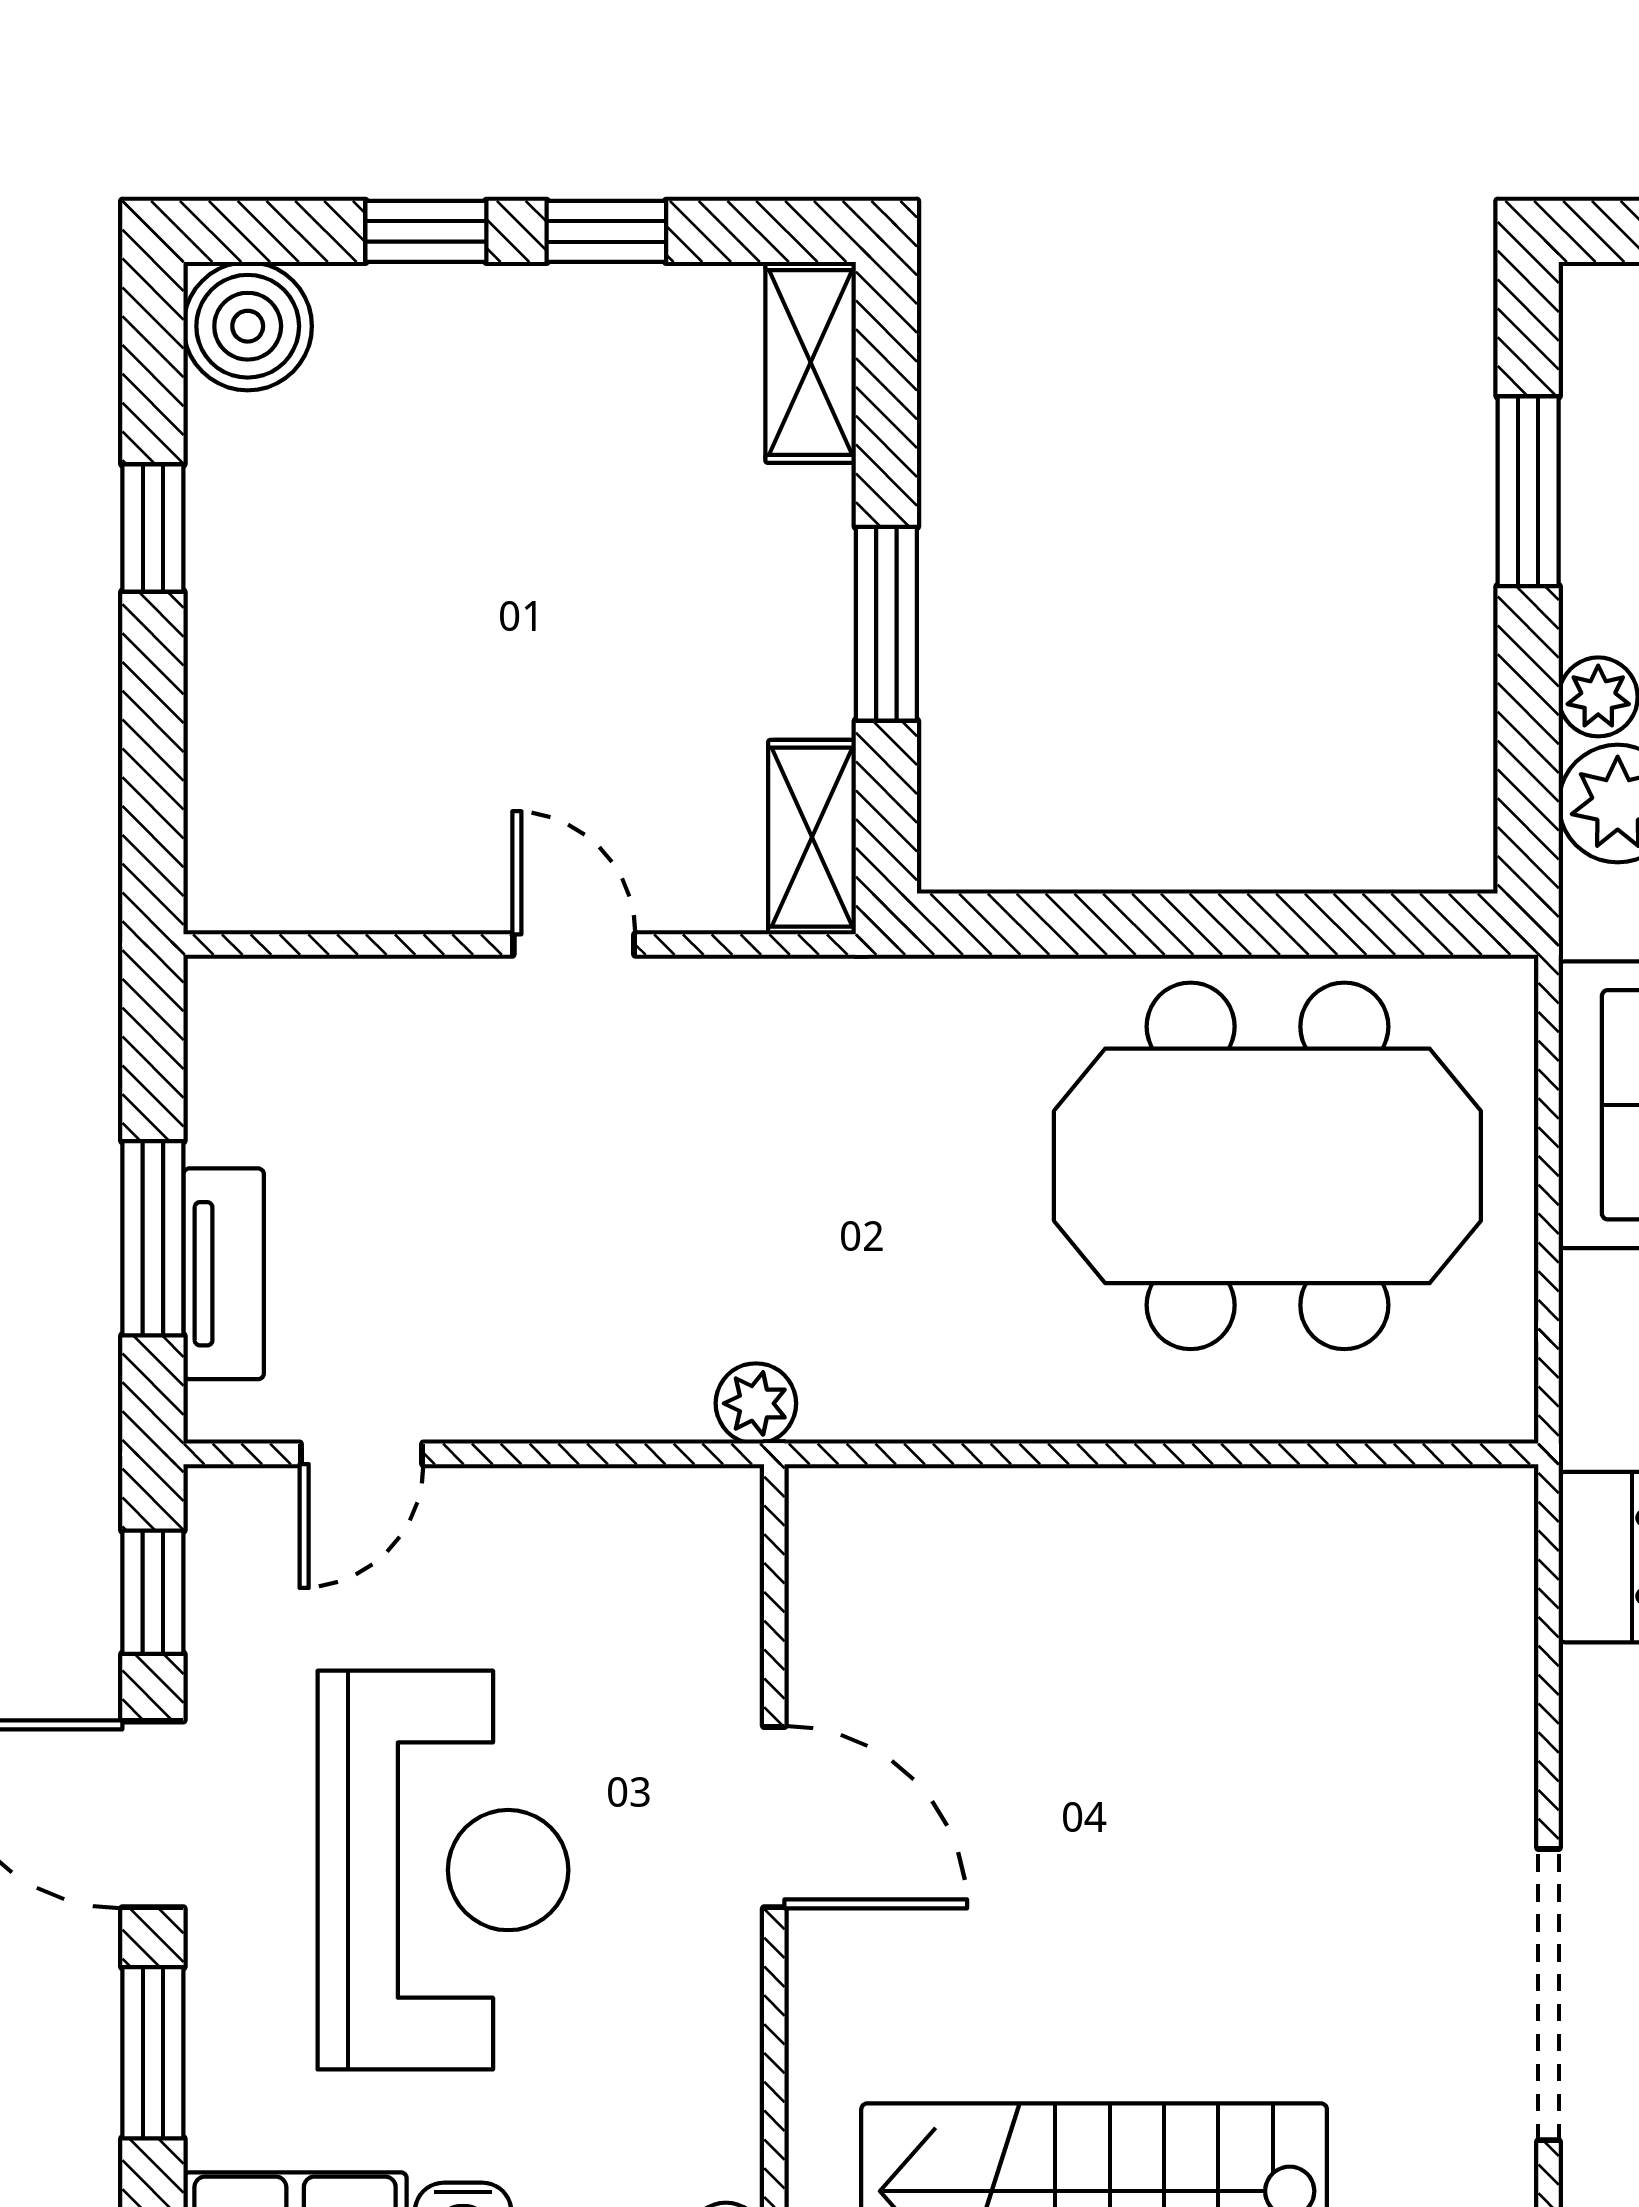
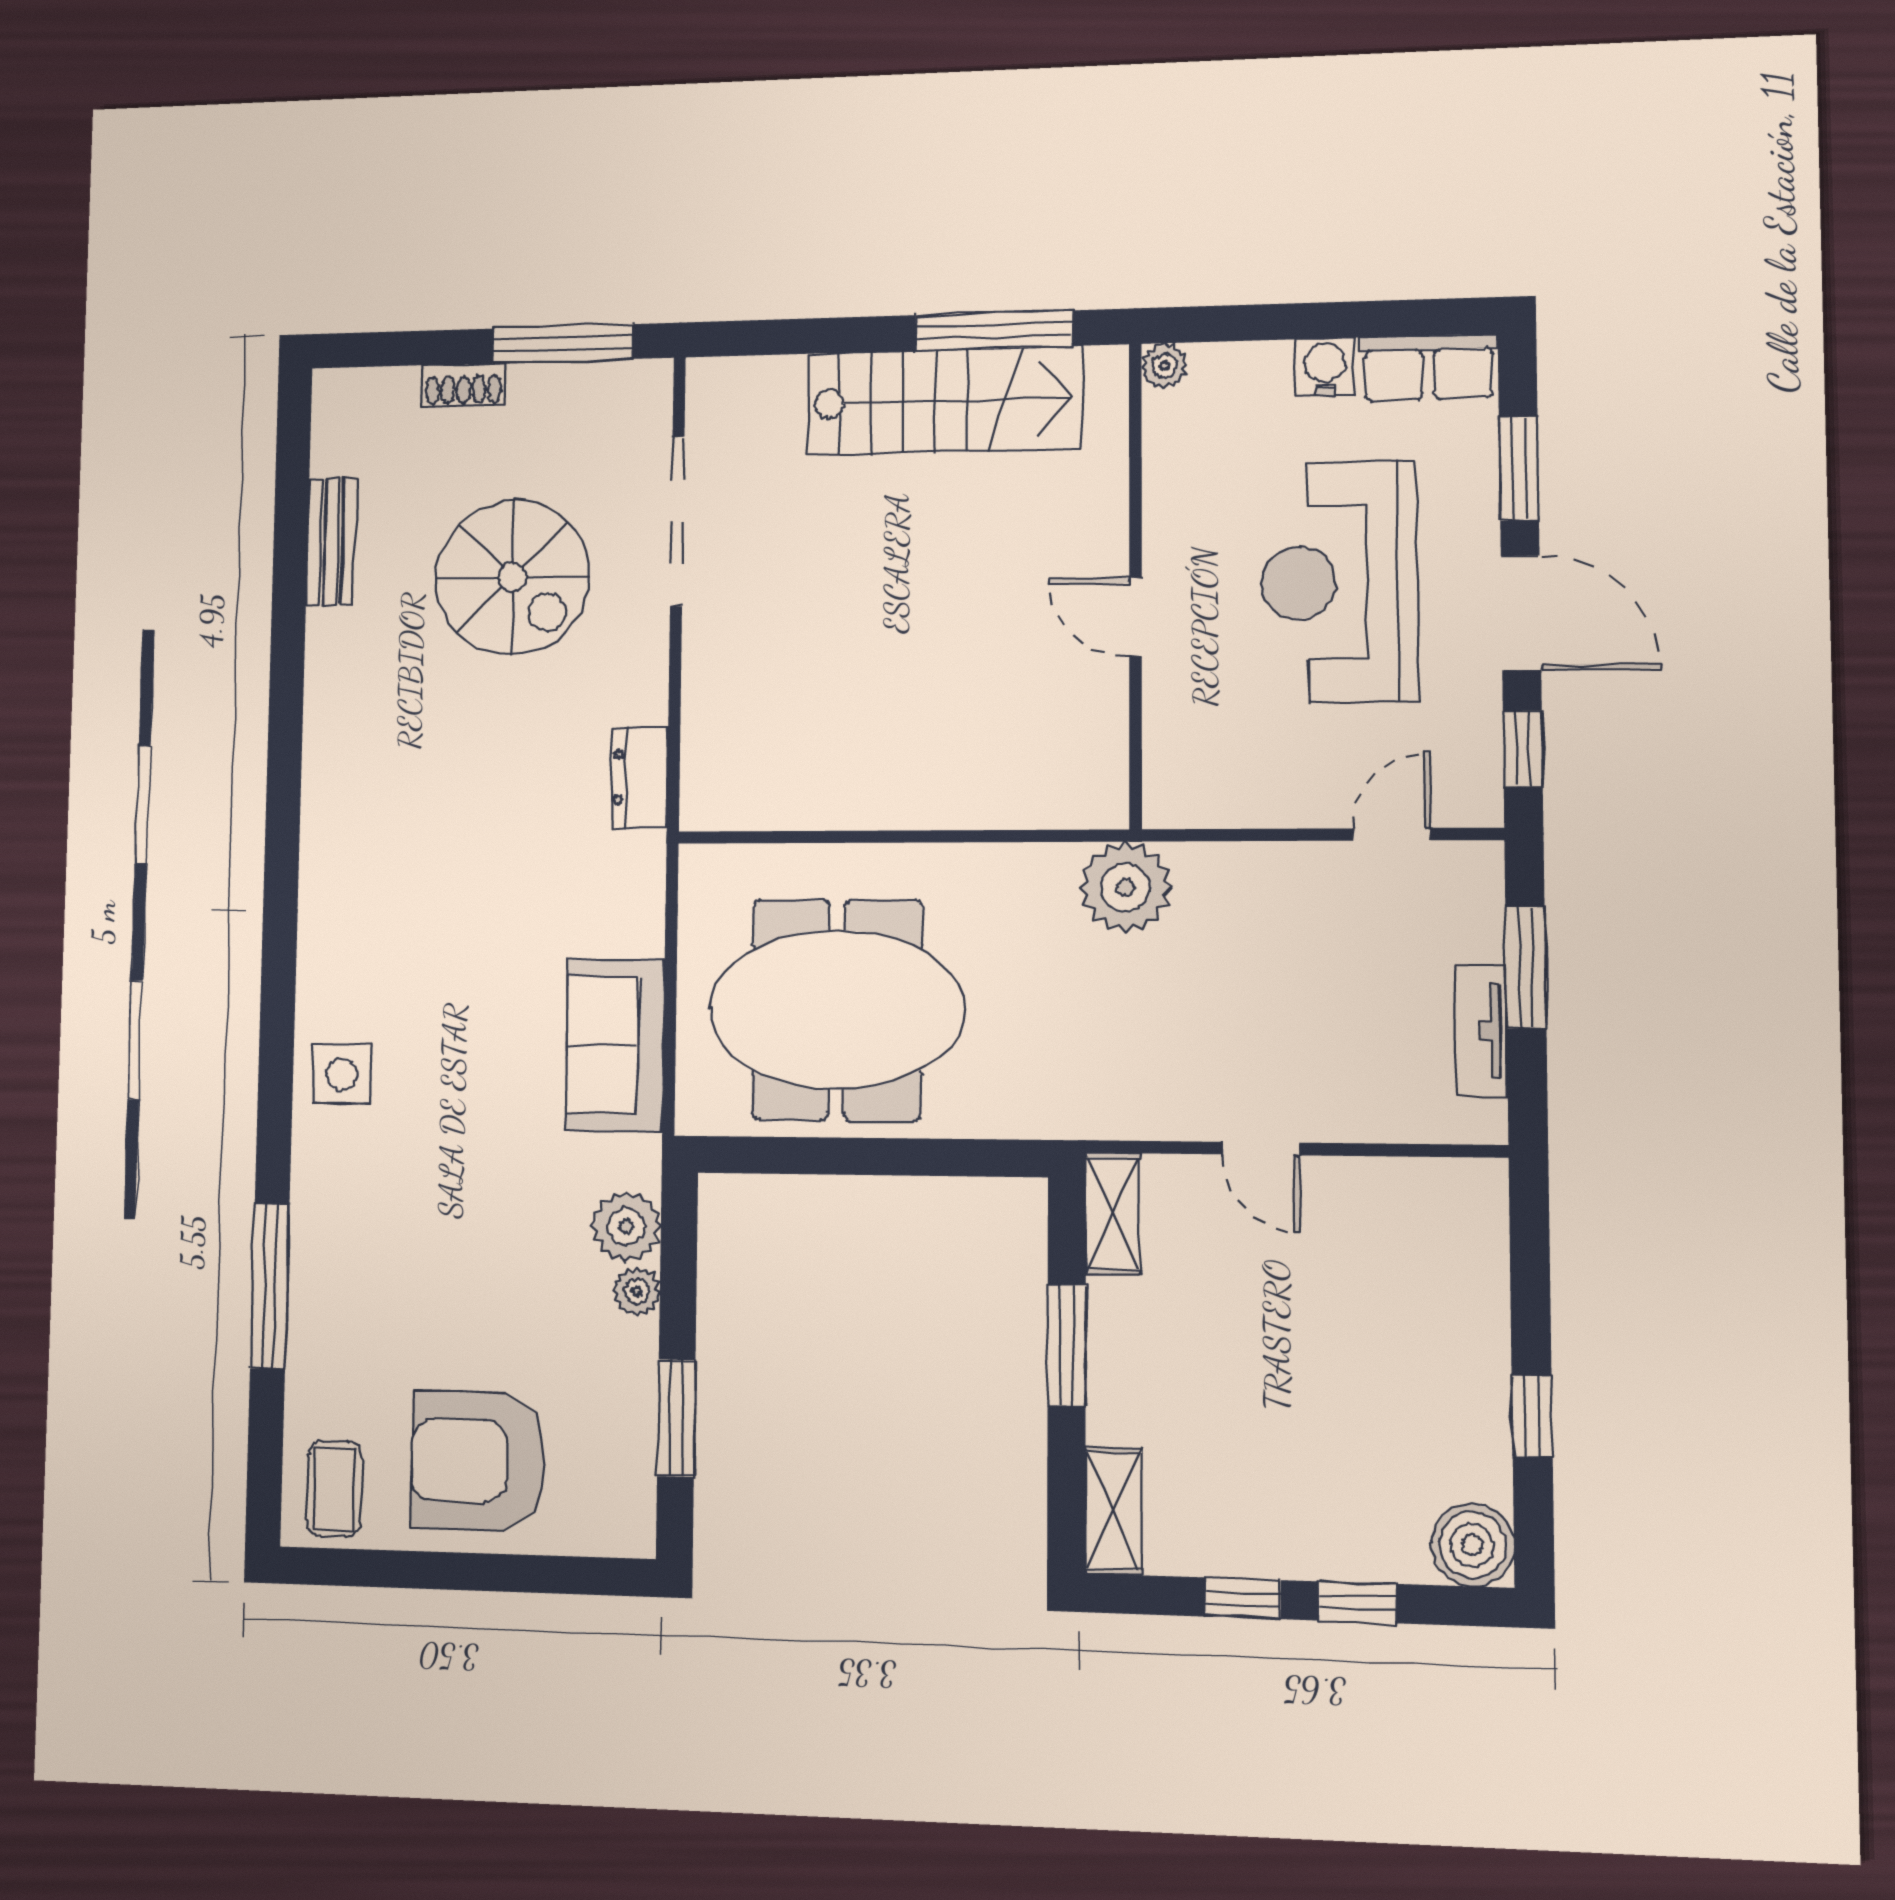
tv unit: (224, 1274) -> (1481, 1031), moved
plant: (756, 1403) -> (1125, 887), width x1.88, depth x1.88
door: (774, 1817) -> (1135, 617), width x0.73

